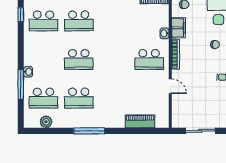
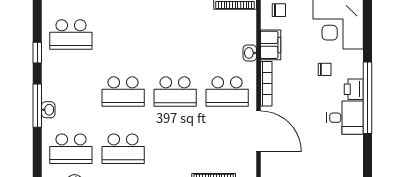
window: (21, 15) -> (37, 53), moved
school desk: (79, 21) -> (175, 92), moved
window: (21, 84) -> (37, 106), moved
door: (170, 86) -> (258, 131), width x1.88

